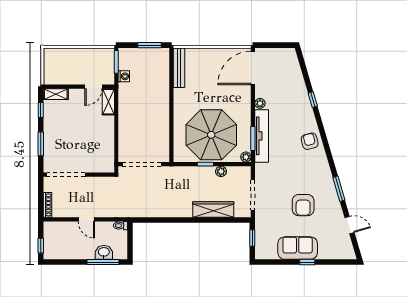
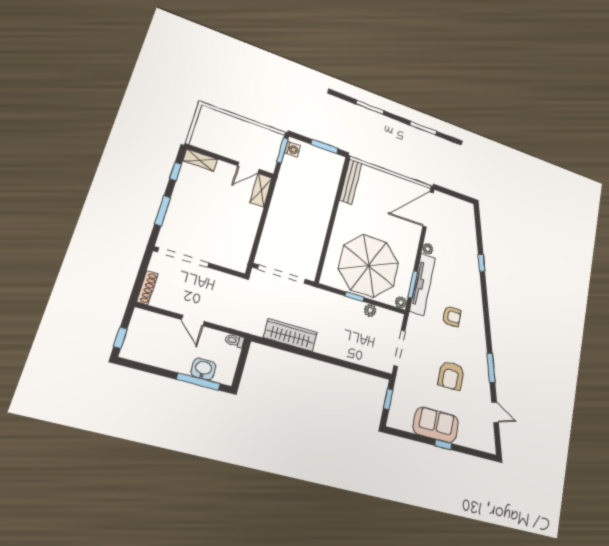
washing machine: (124, 76) -> (292, 149), moved
armchair: (310, 141) -> (452, 316), moved, turned 104
wardrobe: (213, 209) -> (290, 335), moved

